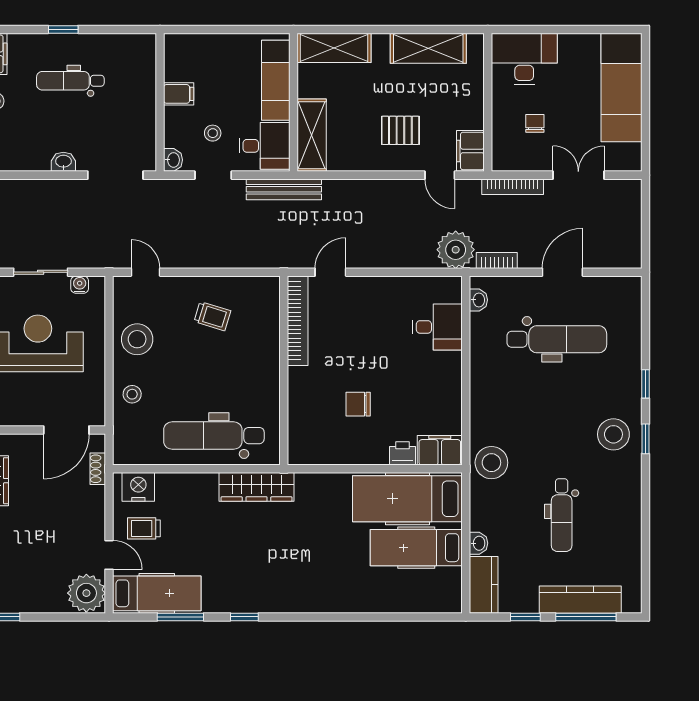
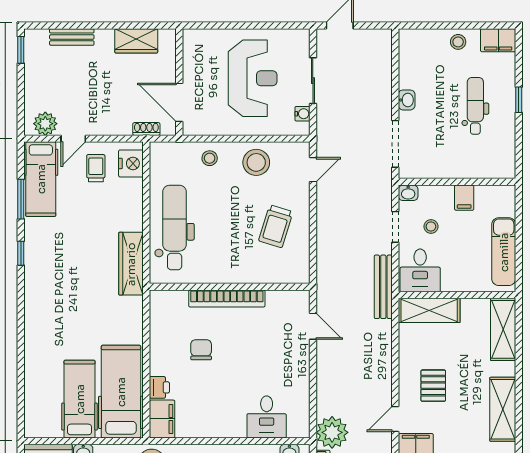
exam couch: (276, 80) -> (504, 252), moved, turned -90
trolley: (212, 316) -> (276, 226), width x1.36, depth x1.39
bookcase: (298, 321) -> (227, 298), moved
plant: (86, 593) -> (45, 124), width x0.73, depth x0.73

